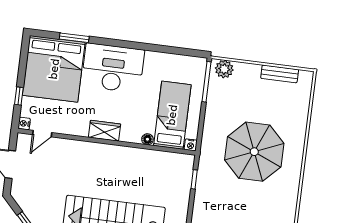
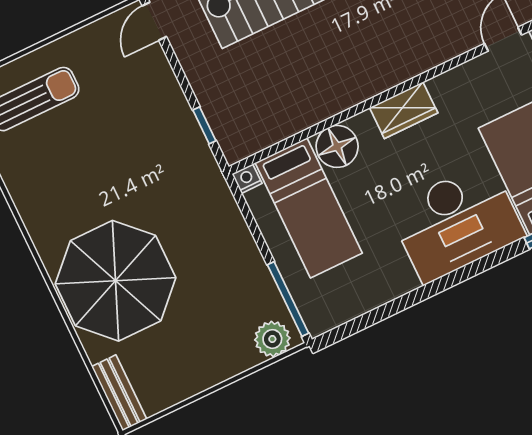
bench: (280, 74) -> (119, 393), moved, turned 90
floor lamp: (147, 139) -> (337, 146), width x1.89, depth x1.89
parasol: (254, 152) -> (116, 281), moved

